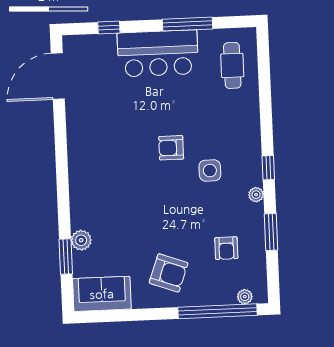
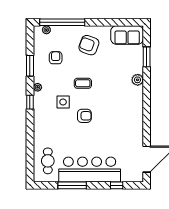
bar counter: (158, 53) -> (90, 169), width x1.36
coffee table: (176, 205) -> (83, 83), added
plant: (81, 240) -> (138, 80), moved

